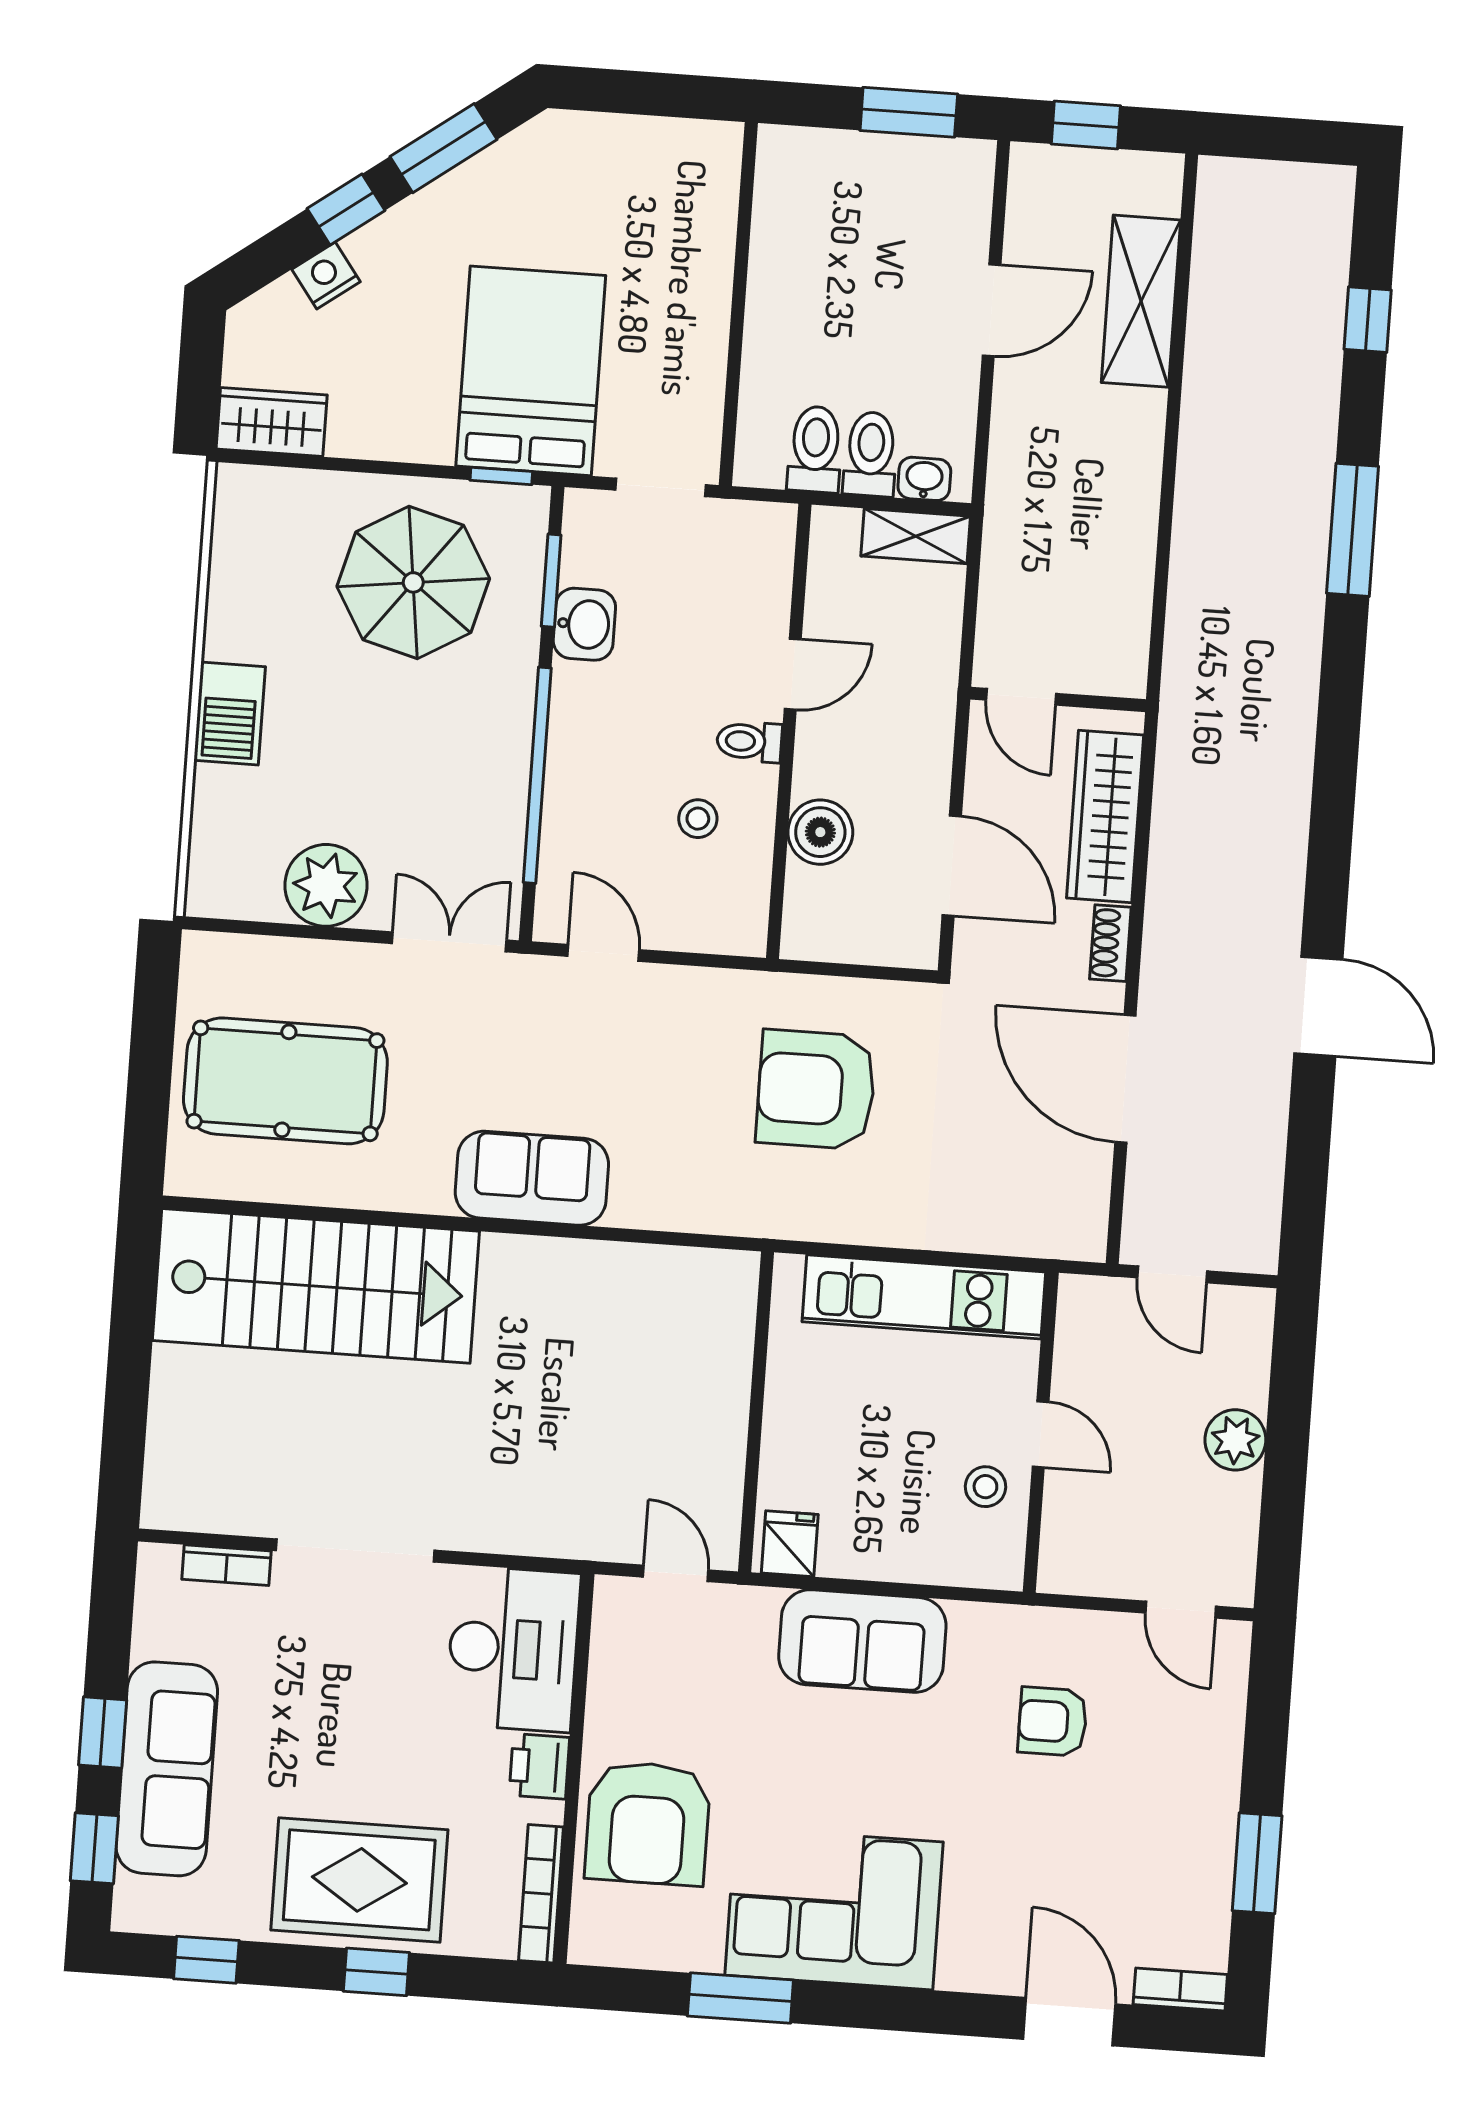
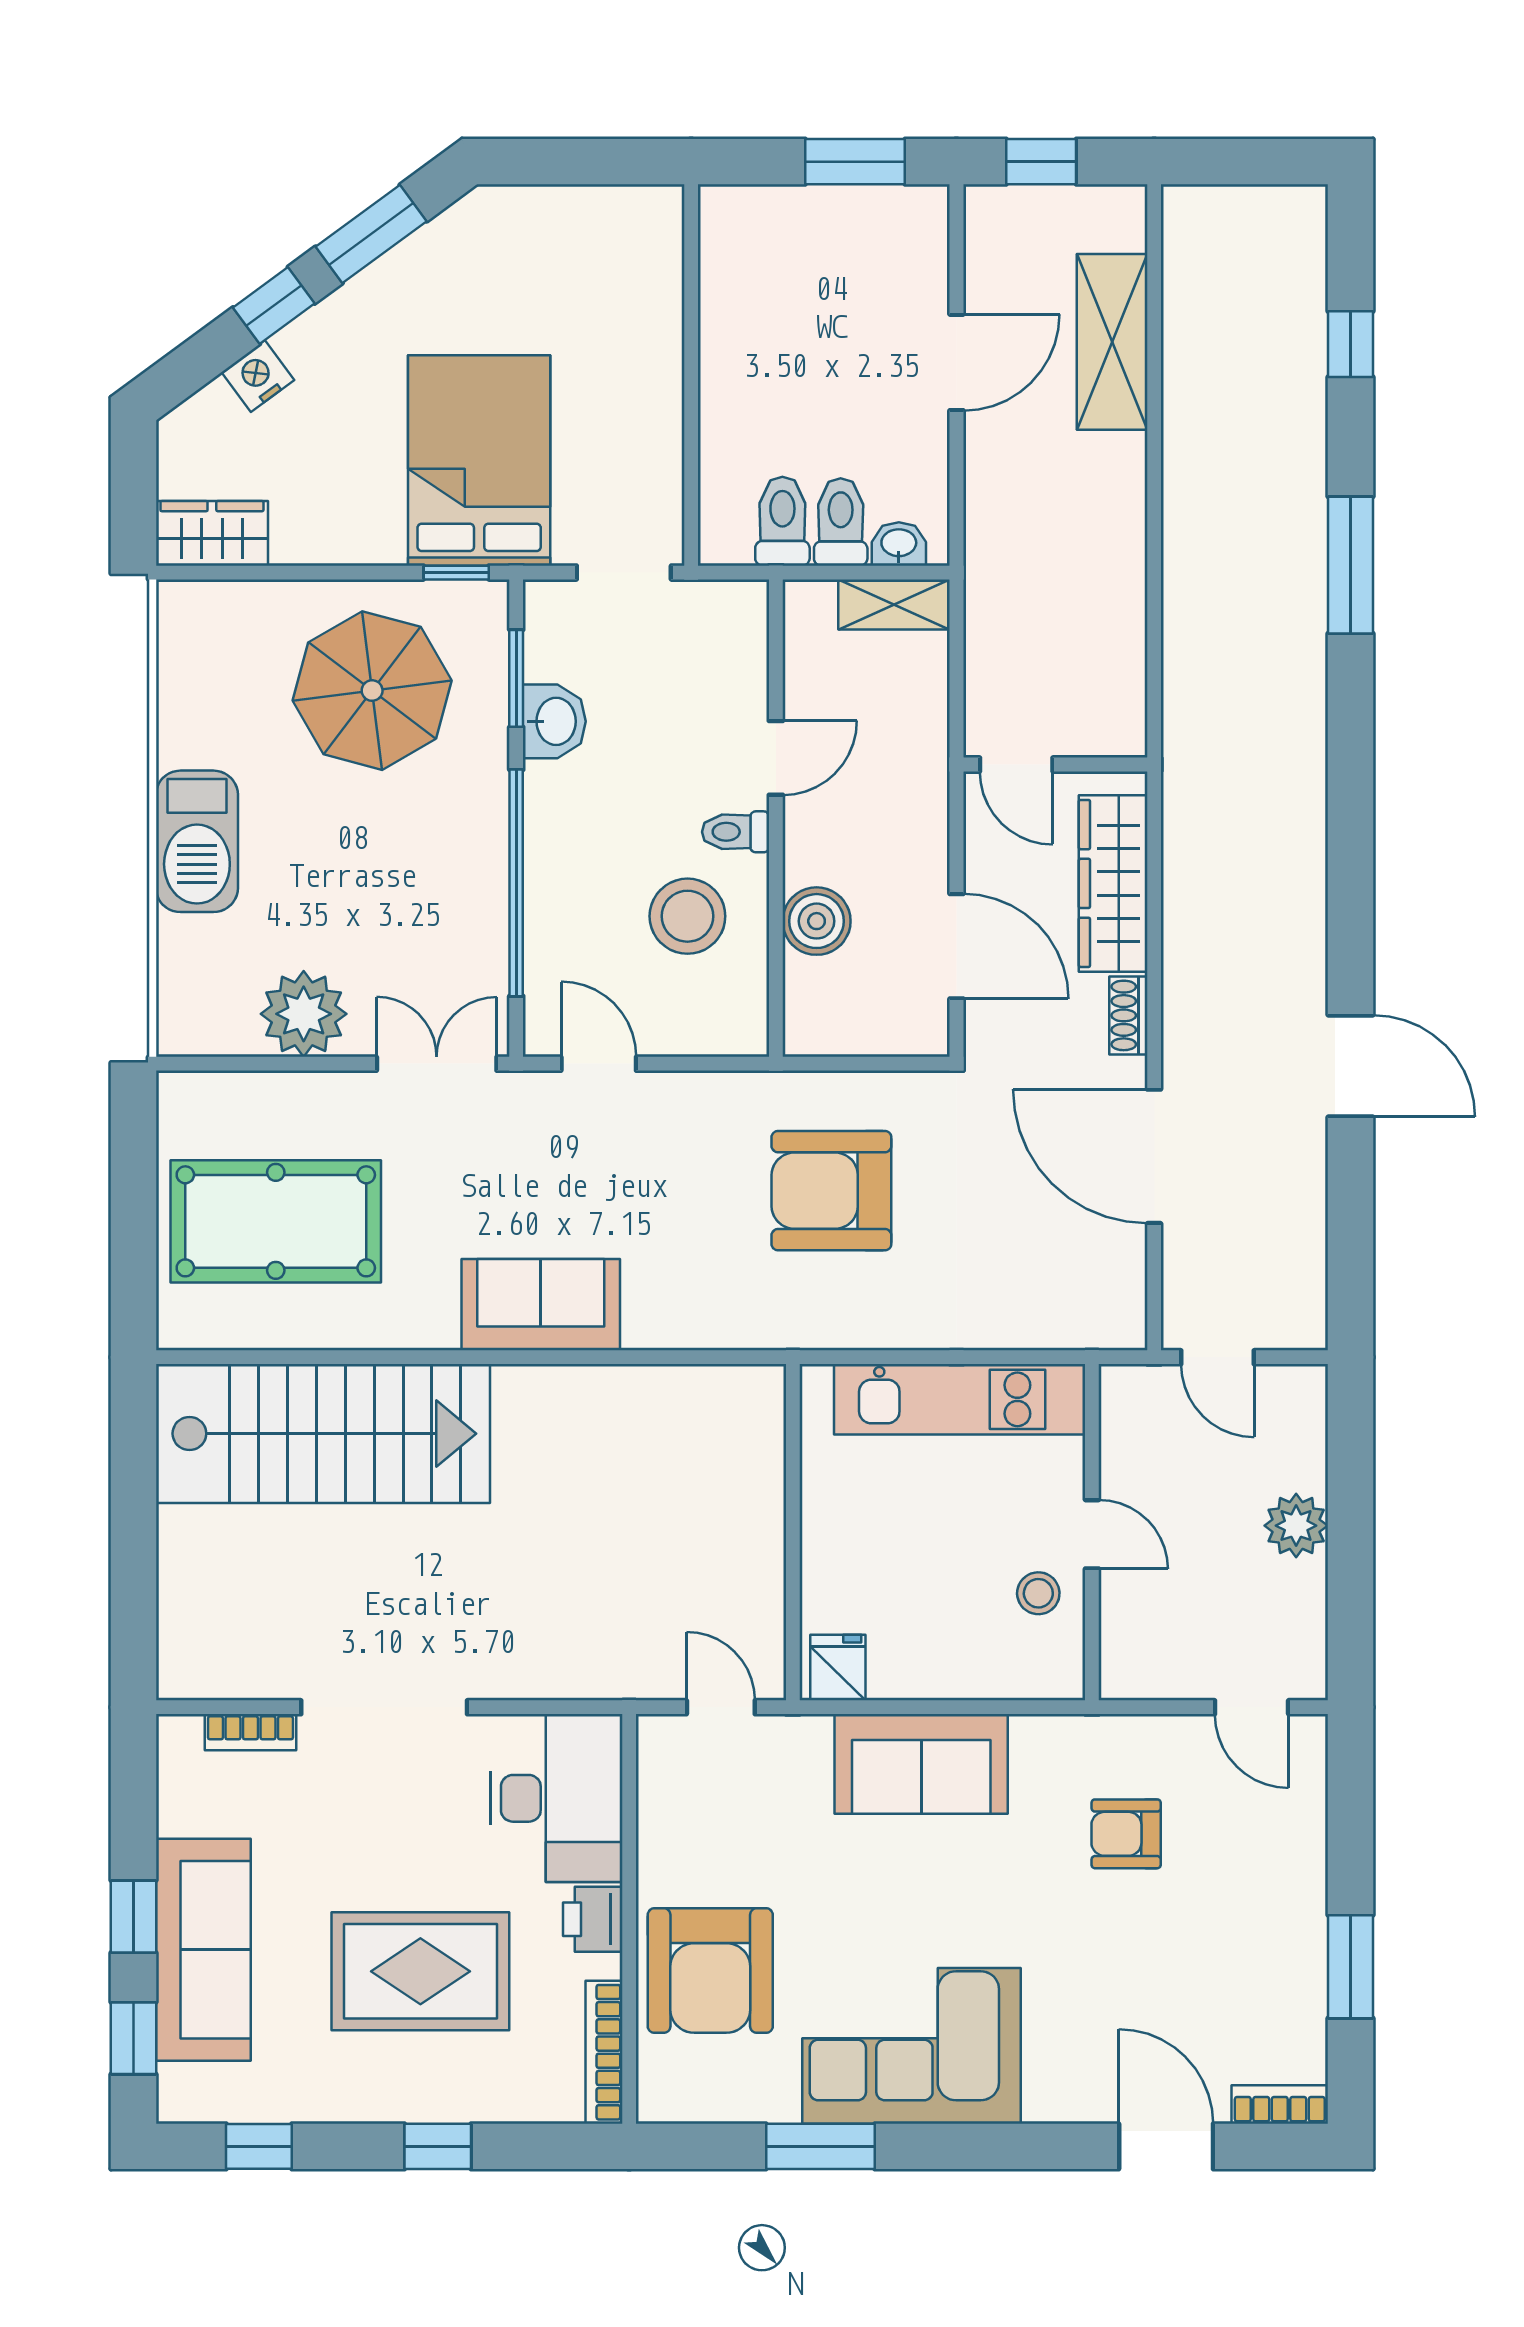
barbecue: (230, 713) -> (197, 841), width x1.37, depth x1.21
stool: (698, 819) -> (687, 916), width x1.89, depth x1.89
rug: (359, 1880) -> (420, 1971), moved

